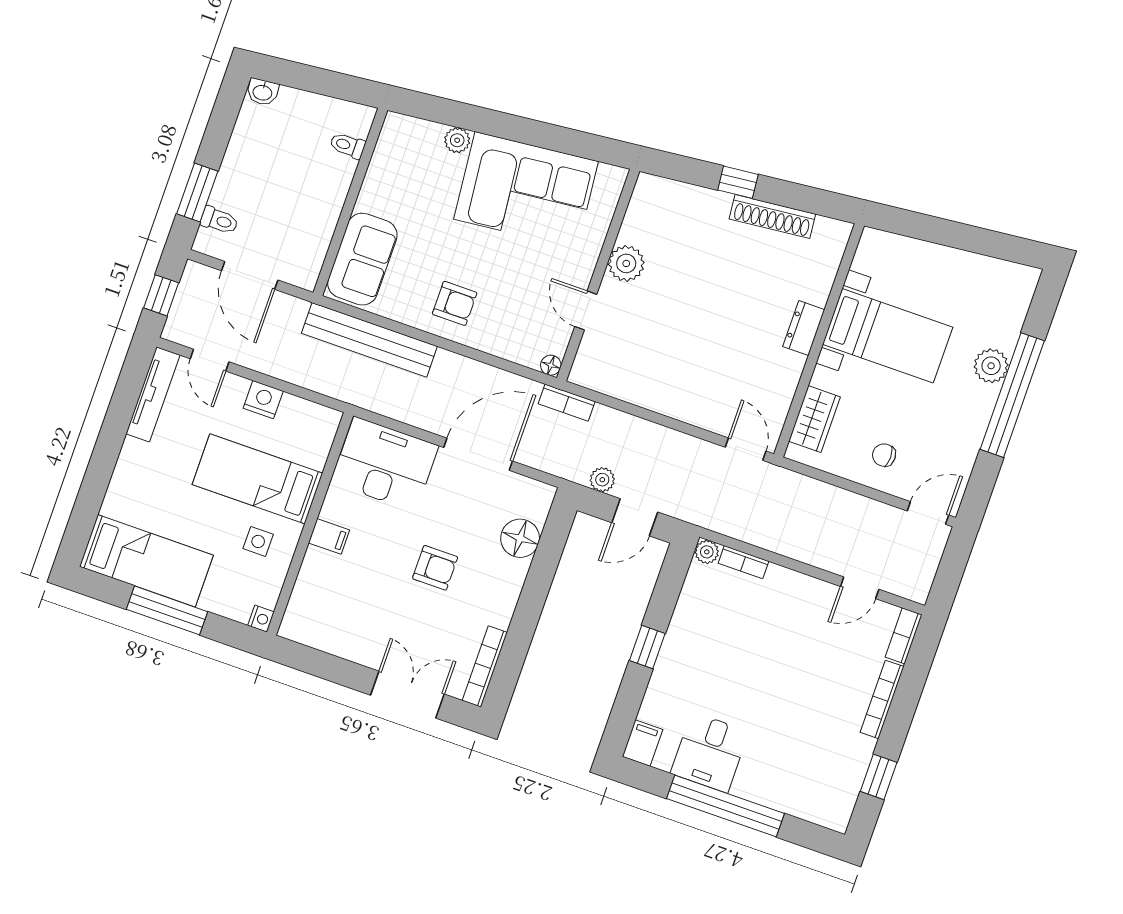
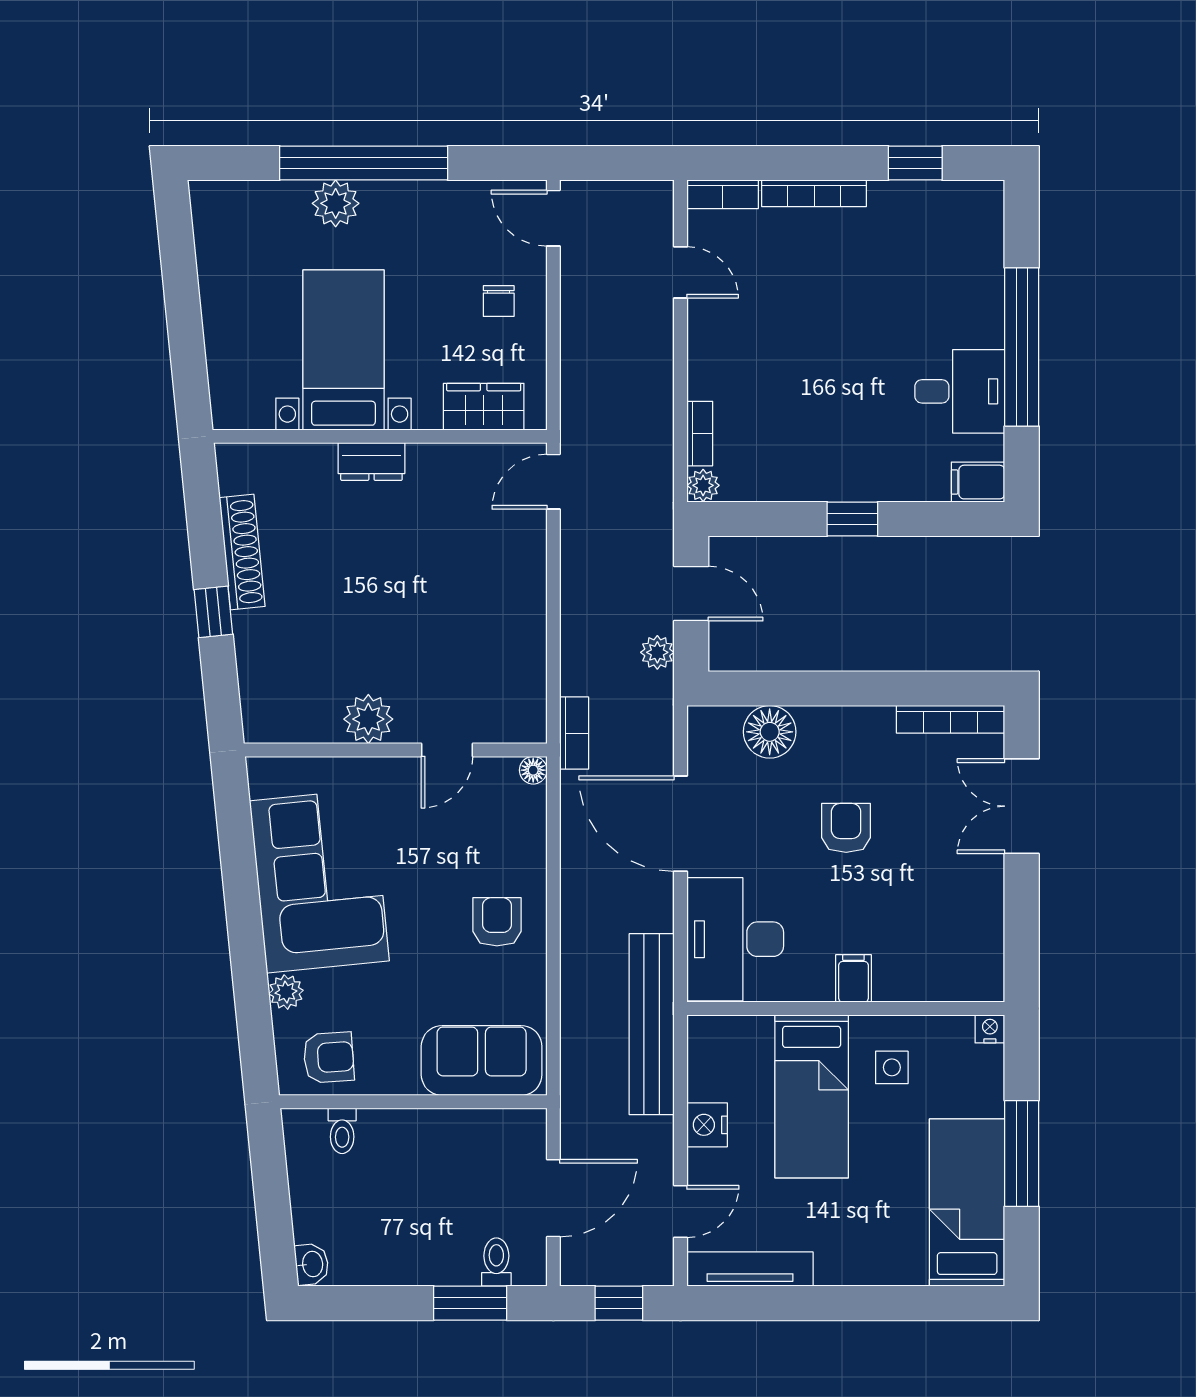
armchair: (402, 154) -> (329, 1057), added
bench: (369, 340) -> (652, 1024), moved

